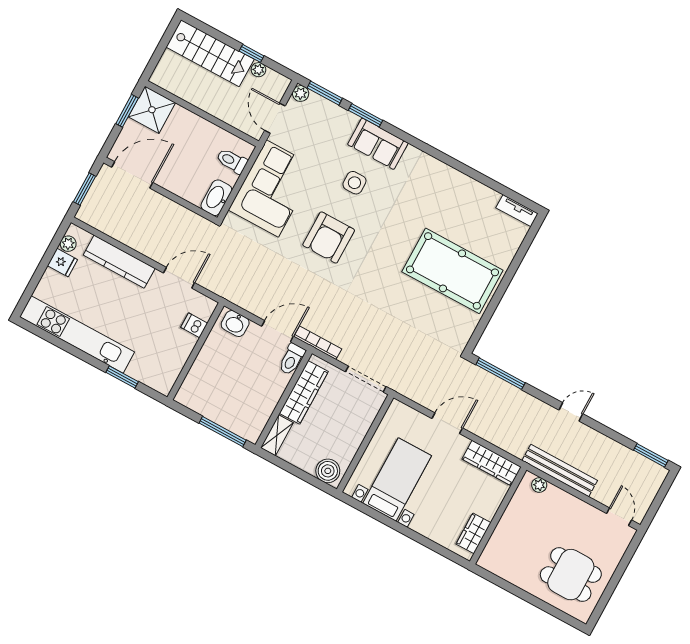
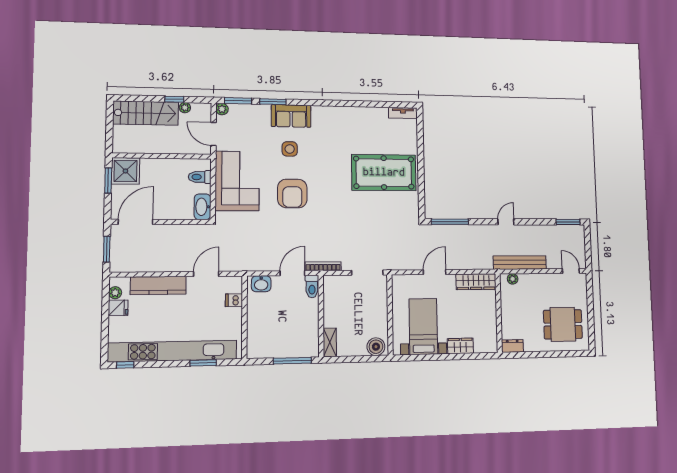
window: (37, 331) -> (125, 365), added
kitchen unit: (77, 334) -> (173, 351), width x1.36
wardrobe: (304, 392) -> (332, 304), removed
wardrobe: (473, 533) -> (460, 346), moved, turned 90
dresser: (492, 564) -> (512, 346), added

